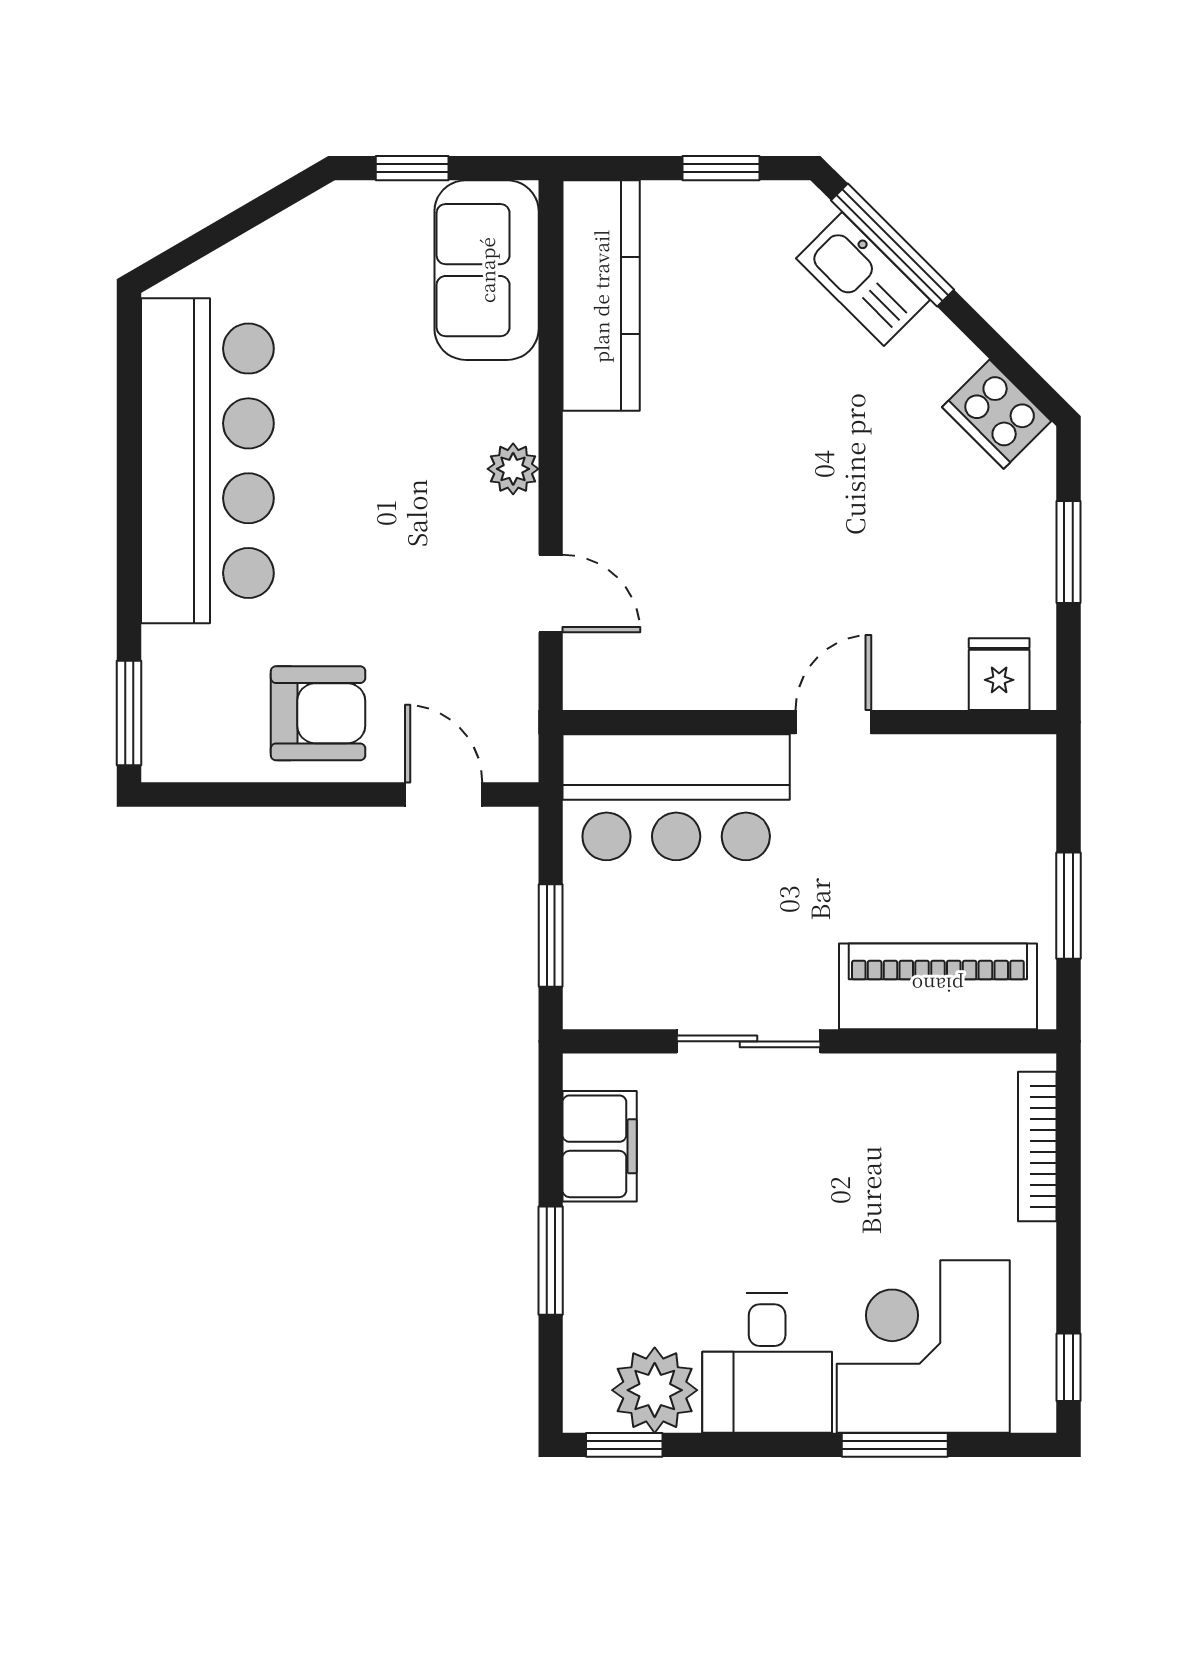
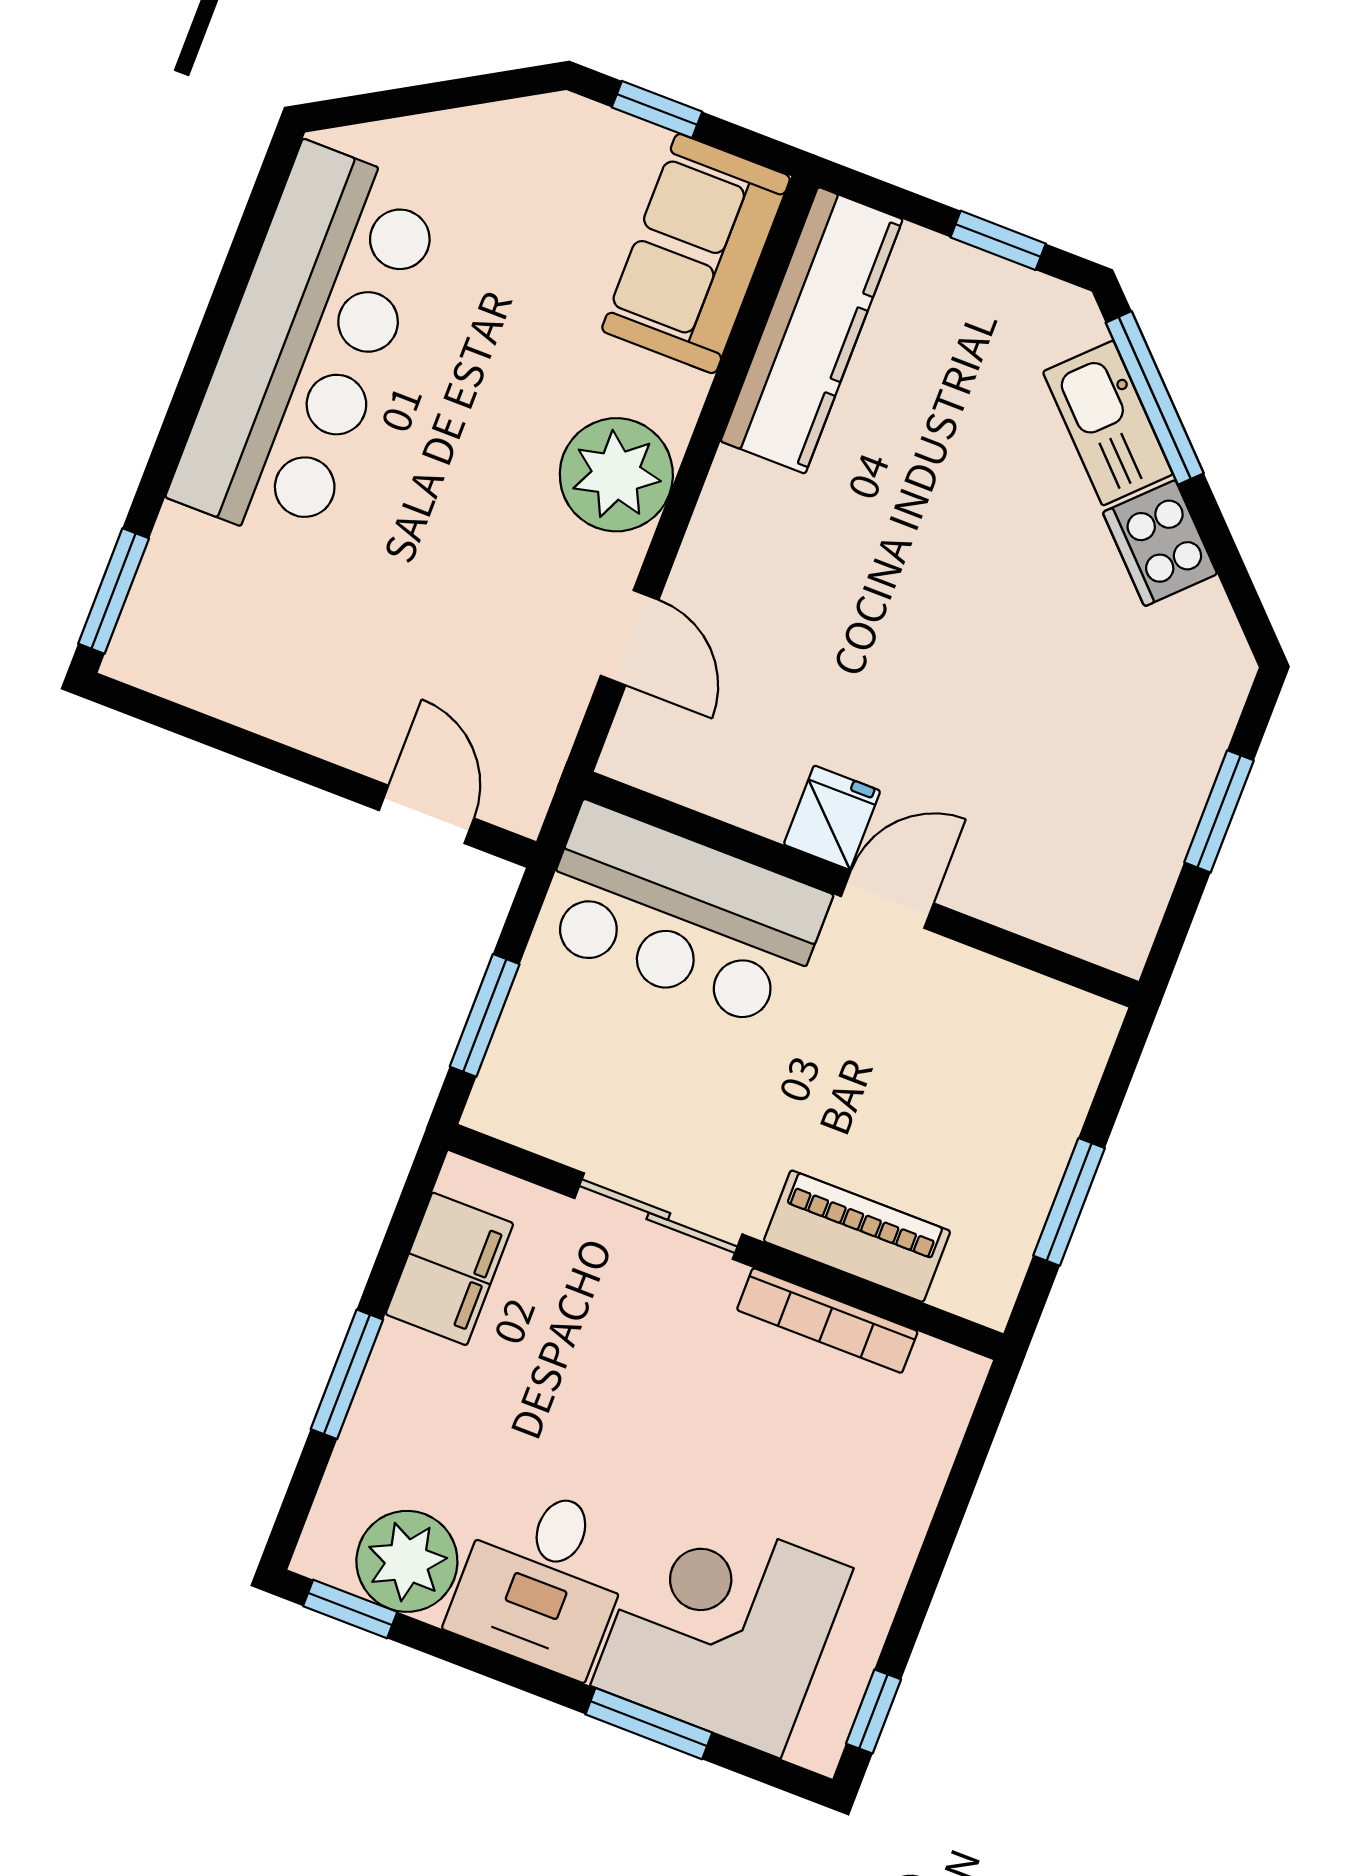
cooker: (997, 414) -> (1160, 543), moved
plant: (513, 469) -> (616, 475), width x1.88, depth x1.88
fridge: (999, 674) -> (832, 818), moved
armchair: (318, 713) -> (322, 671), removed
piano: (938, 986) -> (857, 1236), width x0.73, depth x0.75
bookcase: (1037, 1146) -> (827, 1321), moved, turned -90

